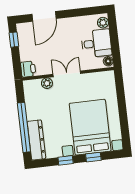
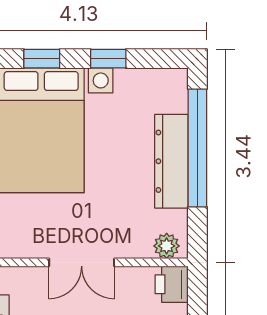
plant: (47, 83) -> (167, 246), moved
dresser: (36, 140) -> (171, 161), moved

